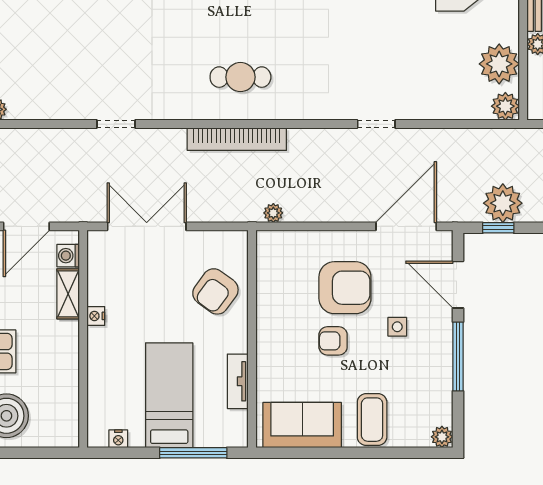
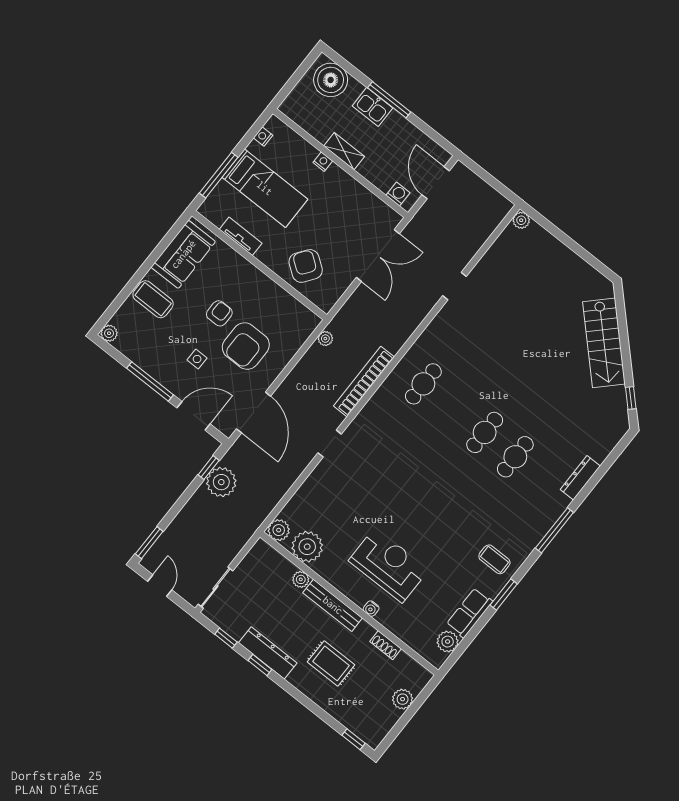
bookcase: (237, 139) -> (364, 382), moved
shelving: (68, 294) -> (344, 151), moved
nightstand: (96, 316) -> (323, 162), moved

